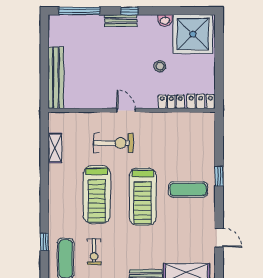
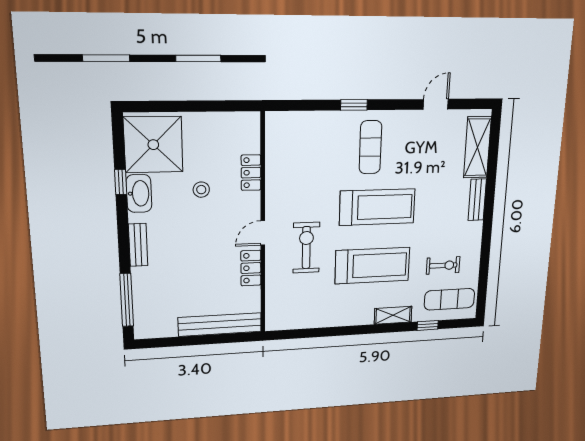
window: (129, 11) -> (121, 182), moved
washbasin: (165, 20) -> (139, 193), width x1.91, depth x1.45
locker: (201, 101) -> (251, 268), moved
shelving: (55, 148) -> (393, 315), moved

